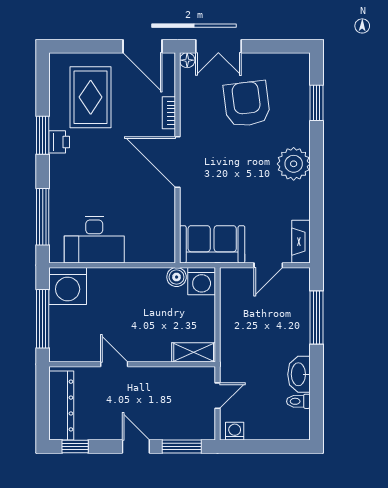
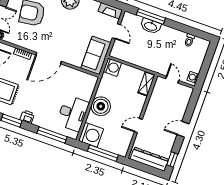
printer: (59, 142) -> (27, 117), moved
boiler: (177, 277) -> (101, 106), moved, width x1.86, depth x1.86
washbasin: (299, 374) -> (151, 26), moved
window: (182, 446) -> (191, 106), removed

